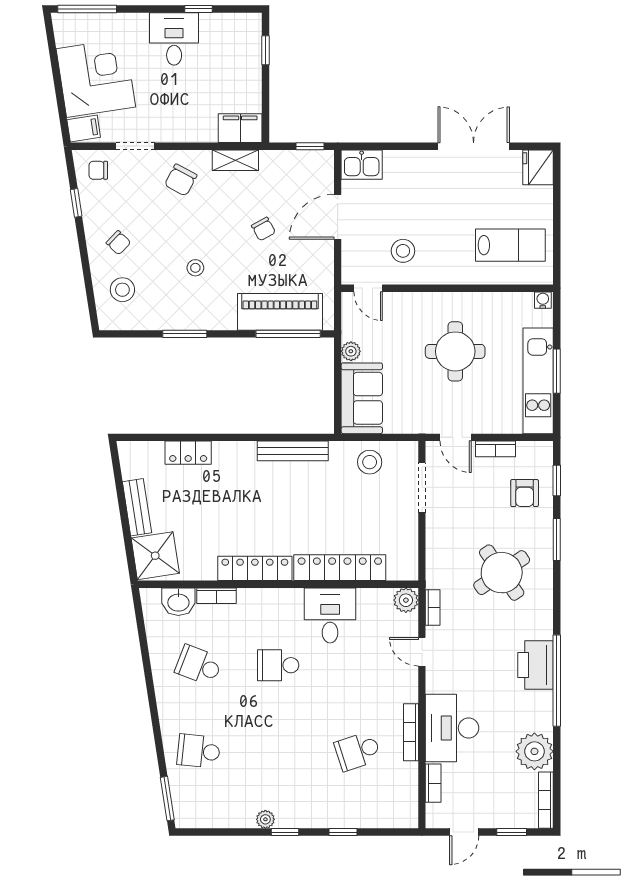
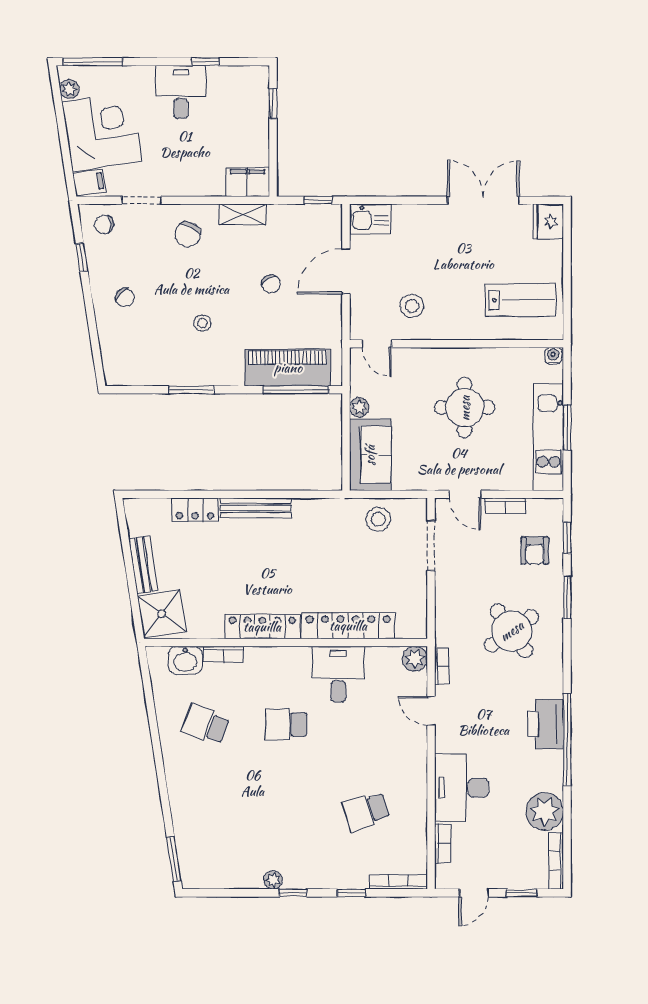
plant: (64, 36) -> (69, 89), added
stool: (122, 290) -> (129, 345), removed
bench: (293, 451) -> (256, 508), moved
bookcase: (411, 732) -> (398, 882), moved, turned 90
school desk: (199, 751) -> (206, 811), removed

